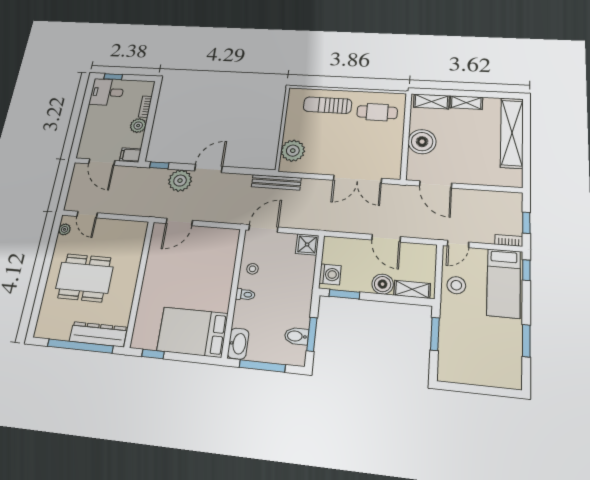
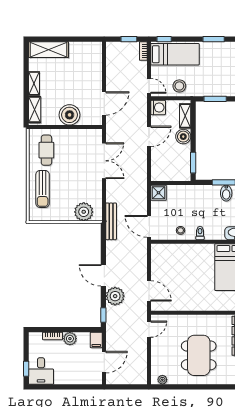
shelving: (512, 133) -> (49, 50), width x0.68
door: (87, 215) -> (149, 329), moved
washing machine: (330, 274) -> (158, 108), moved, turned 90

